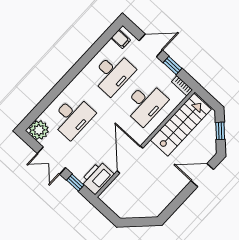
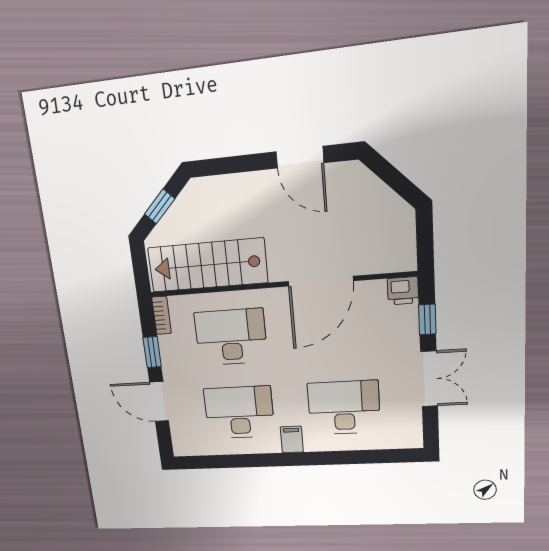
filing cabinet: (121, 39) -> (292, 439), moved
plant: (39, 130) -> (405, 432), removed
door: (202, 175) -> (300, 157), moved
printer: (97, 178) -> (403, 291), width x0.53, depth x0.68

